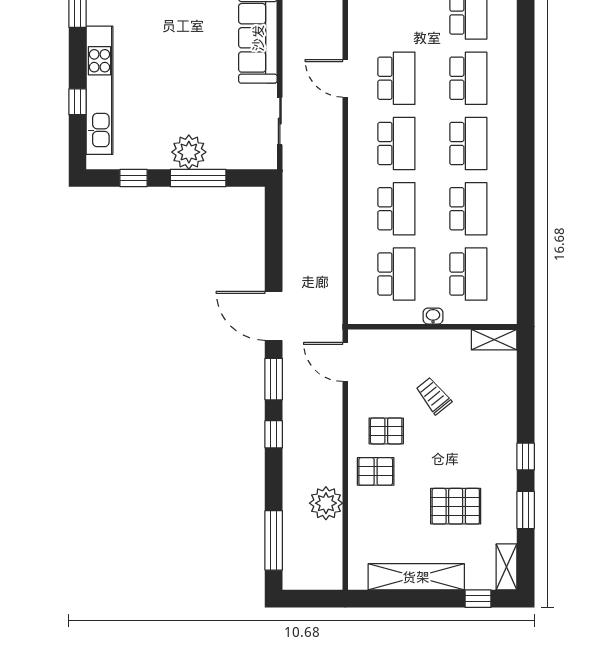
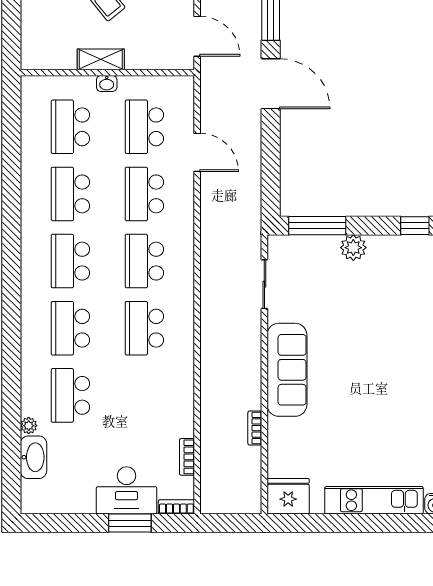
door: (345, 78) -> (197, 152), moved
plant: (189, 152) -> (353, 248), width x0.73, depth x0.73
window: (198, 178) -> (317, 226), moved
shelving: (494, 340) -> (101, 59), moved

